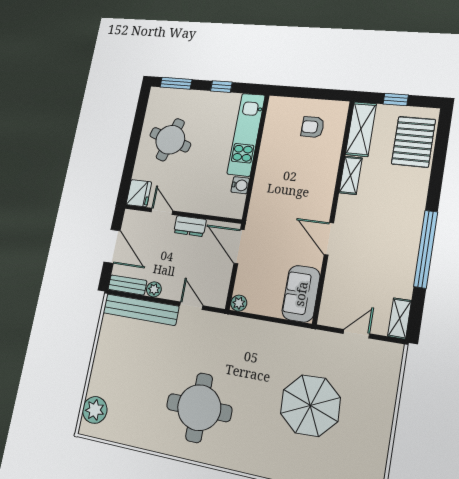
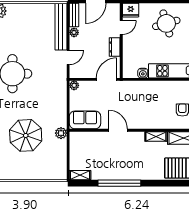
round table: (170, 140) -> (166, 23), turned -33
door: (329, 239) -> (118, 130), hinge flipped
door: (356, 334) -> (68, 154), removed
plant: (317, 340) -> (61, 133), added

